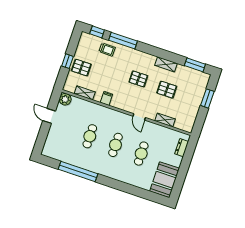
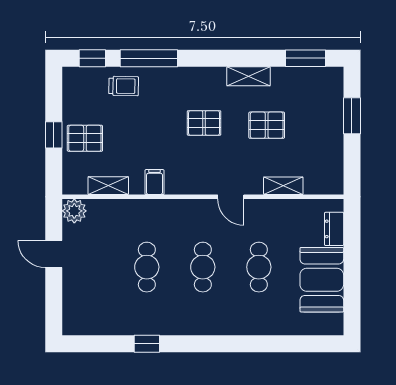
window: (78, 171) -> (147, 344), width x0.32
booth: (165, 180) -> (322, 280), moved

